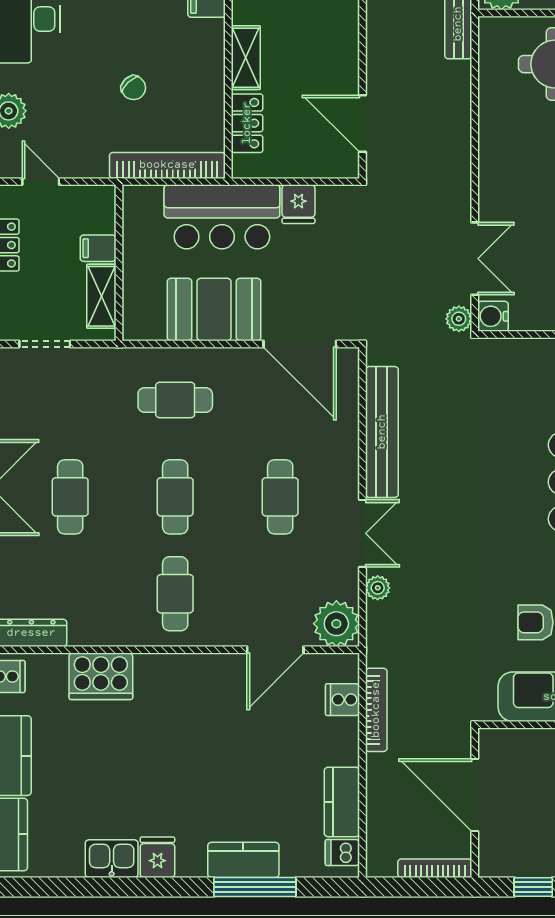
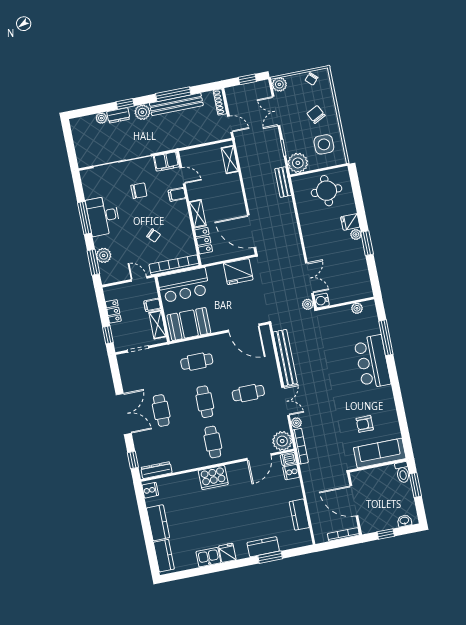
door: (362, 123) -> (252, 231), width x1.36
door: (41, 182) -> (139, 279), moved
fridge: (298, 204) -> (238, 272), width x1.88, depth x1.34
bar counter: (222, 217) -> (184, 285), moved
booth: (214, 309) -> (189, 324), moved
cafe table: (280, 497) -> (248, 393), turned 90
cooker: (101, 676) -> (213, 478), moved
bookcase: (376, 710) -> (300, 446), moved
dishwasher: (342, 853) -> (288, 459), moved
window: (255, 887) -> (270, 557), width x0.69

